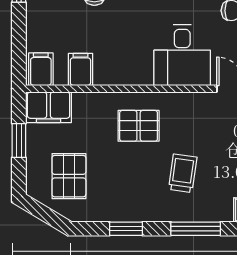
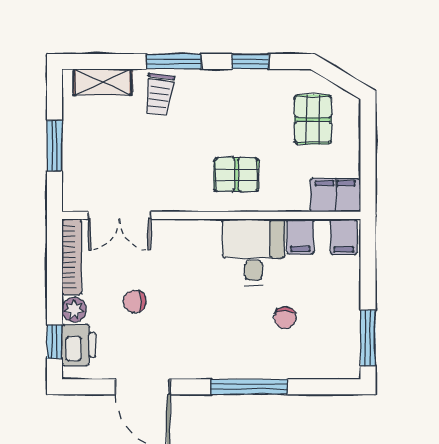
desk: (182, 55) -> (254, 252), moved
window: (19, 141) -> (368, 158), removed
trolley: (183, 173) -> (159, 94), moved

